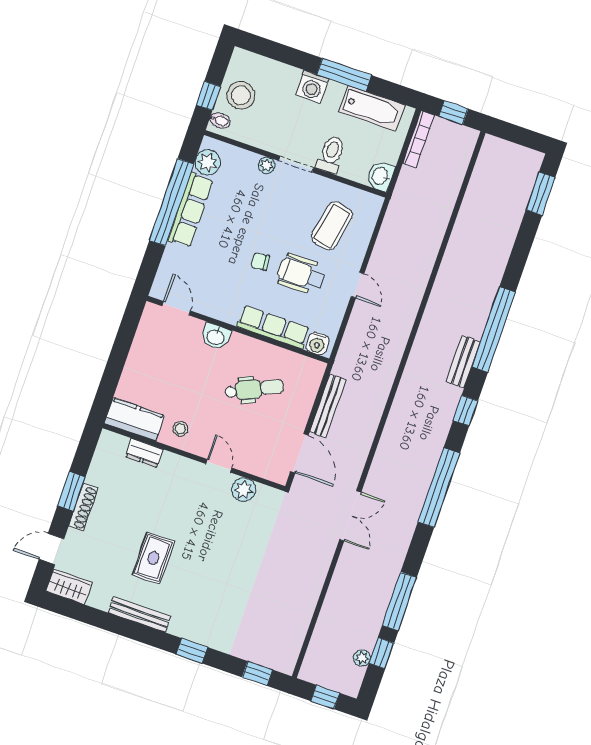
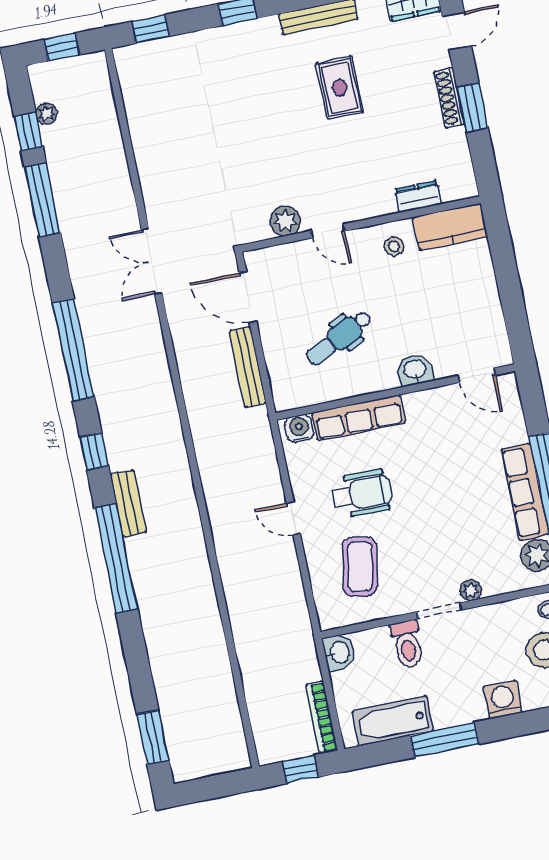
washing machine: (312, 87) -> (503, 700), moved
chair: (260, 262) -> (415, 481), removed

